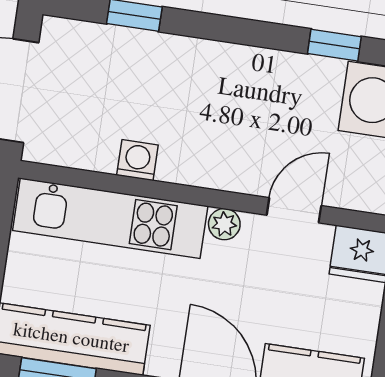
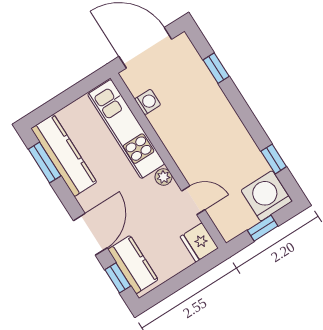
washing machine: (137, 160) -> (148, 102), moved

